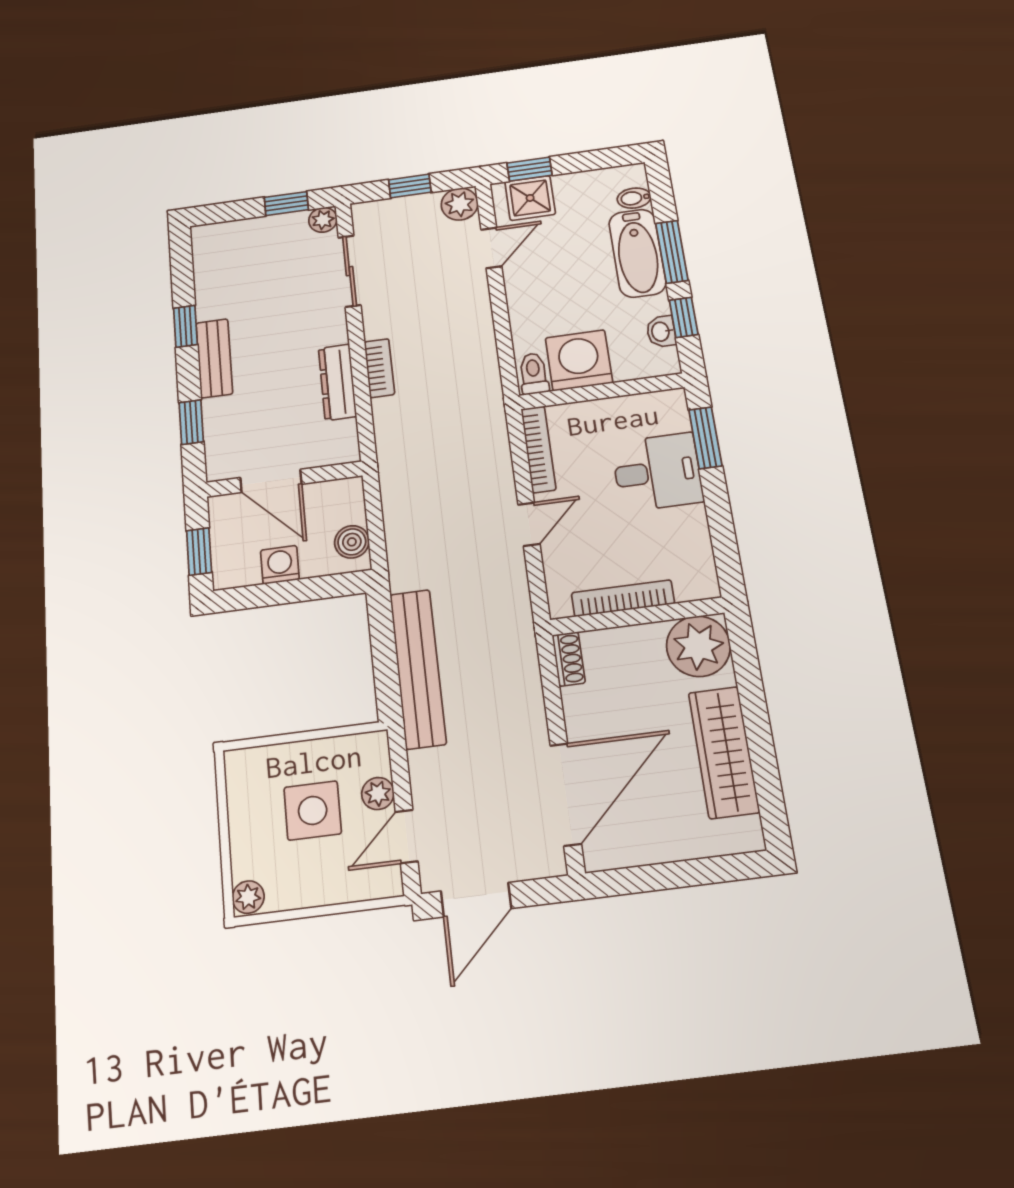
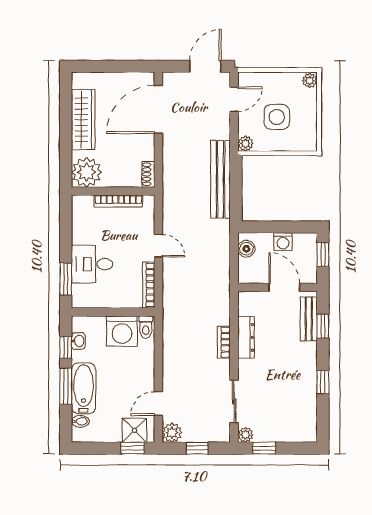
bench: (214, 358) -> (309, 319), moved
door: (529, 524) -> (158, 246), swing flipped
plant: (378, 794) -> (245, 143), moved

